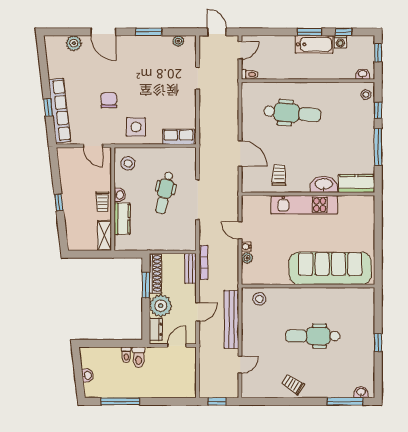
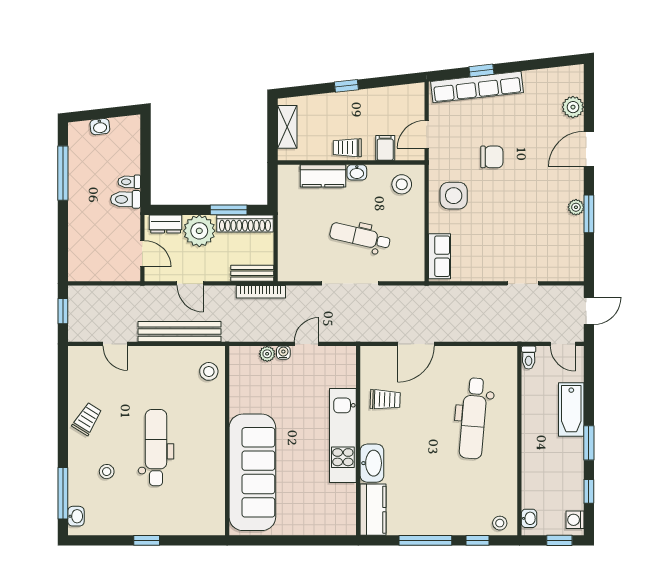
plant: (178, 41) -> (576, 207), moved
washing machine: (340, 42) -> (575, 520), moved
bathtub: (314, 44) -> (571, 409), moved
filing cabinet: (102, 175) -> (385, 148), added
shelving: (104, 236) -> (287, 127), moved, turned 90
stool: (330, 371) -> (107, 472), added

